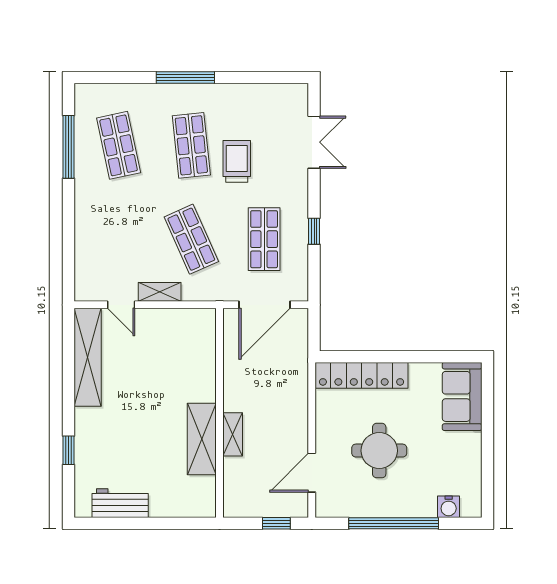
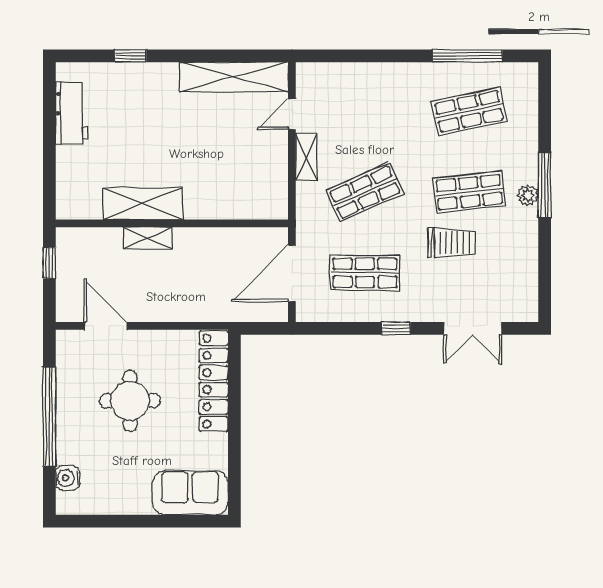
plant: (194, 93) -> (528, 195), added
window: (314, 231) -> (396, 328), moved
door: (265, 305) -> (292, 273), hinge flipped
window: (276, 523) -> (49, 263), moved

